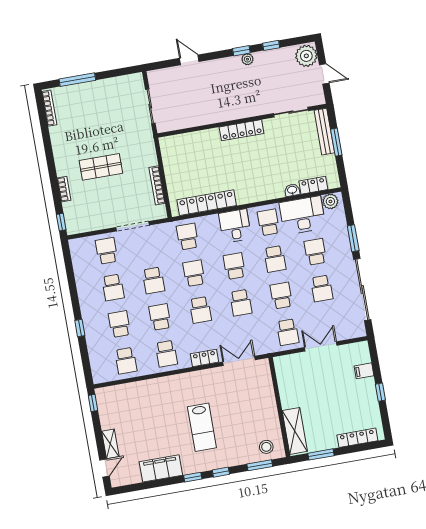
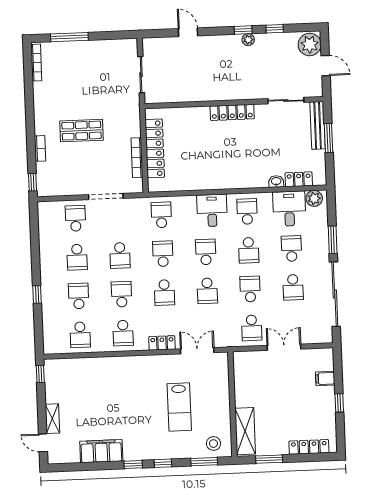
locker: (207, 203) -> (155, 148), moved, turned 90
desk: (302, 215) -> (289, 209), width x0.73
lab bench: (202, 427) -> (179, 407), moved
door: (104, 468) -> (43, 443), swing flipped

